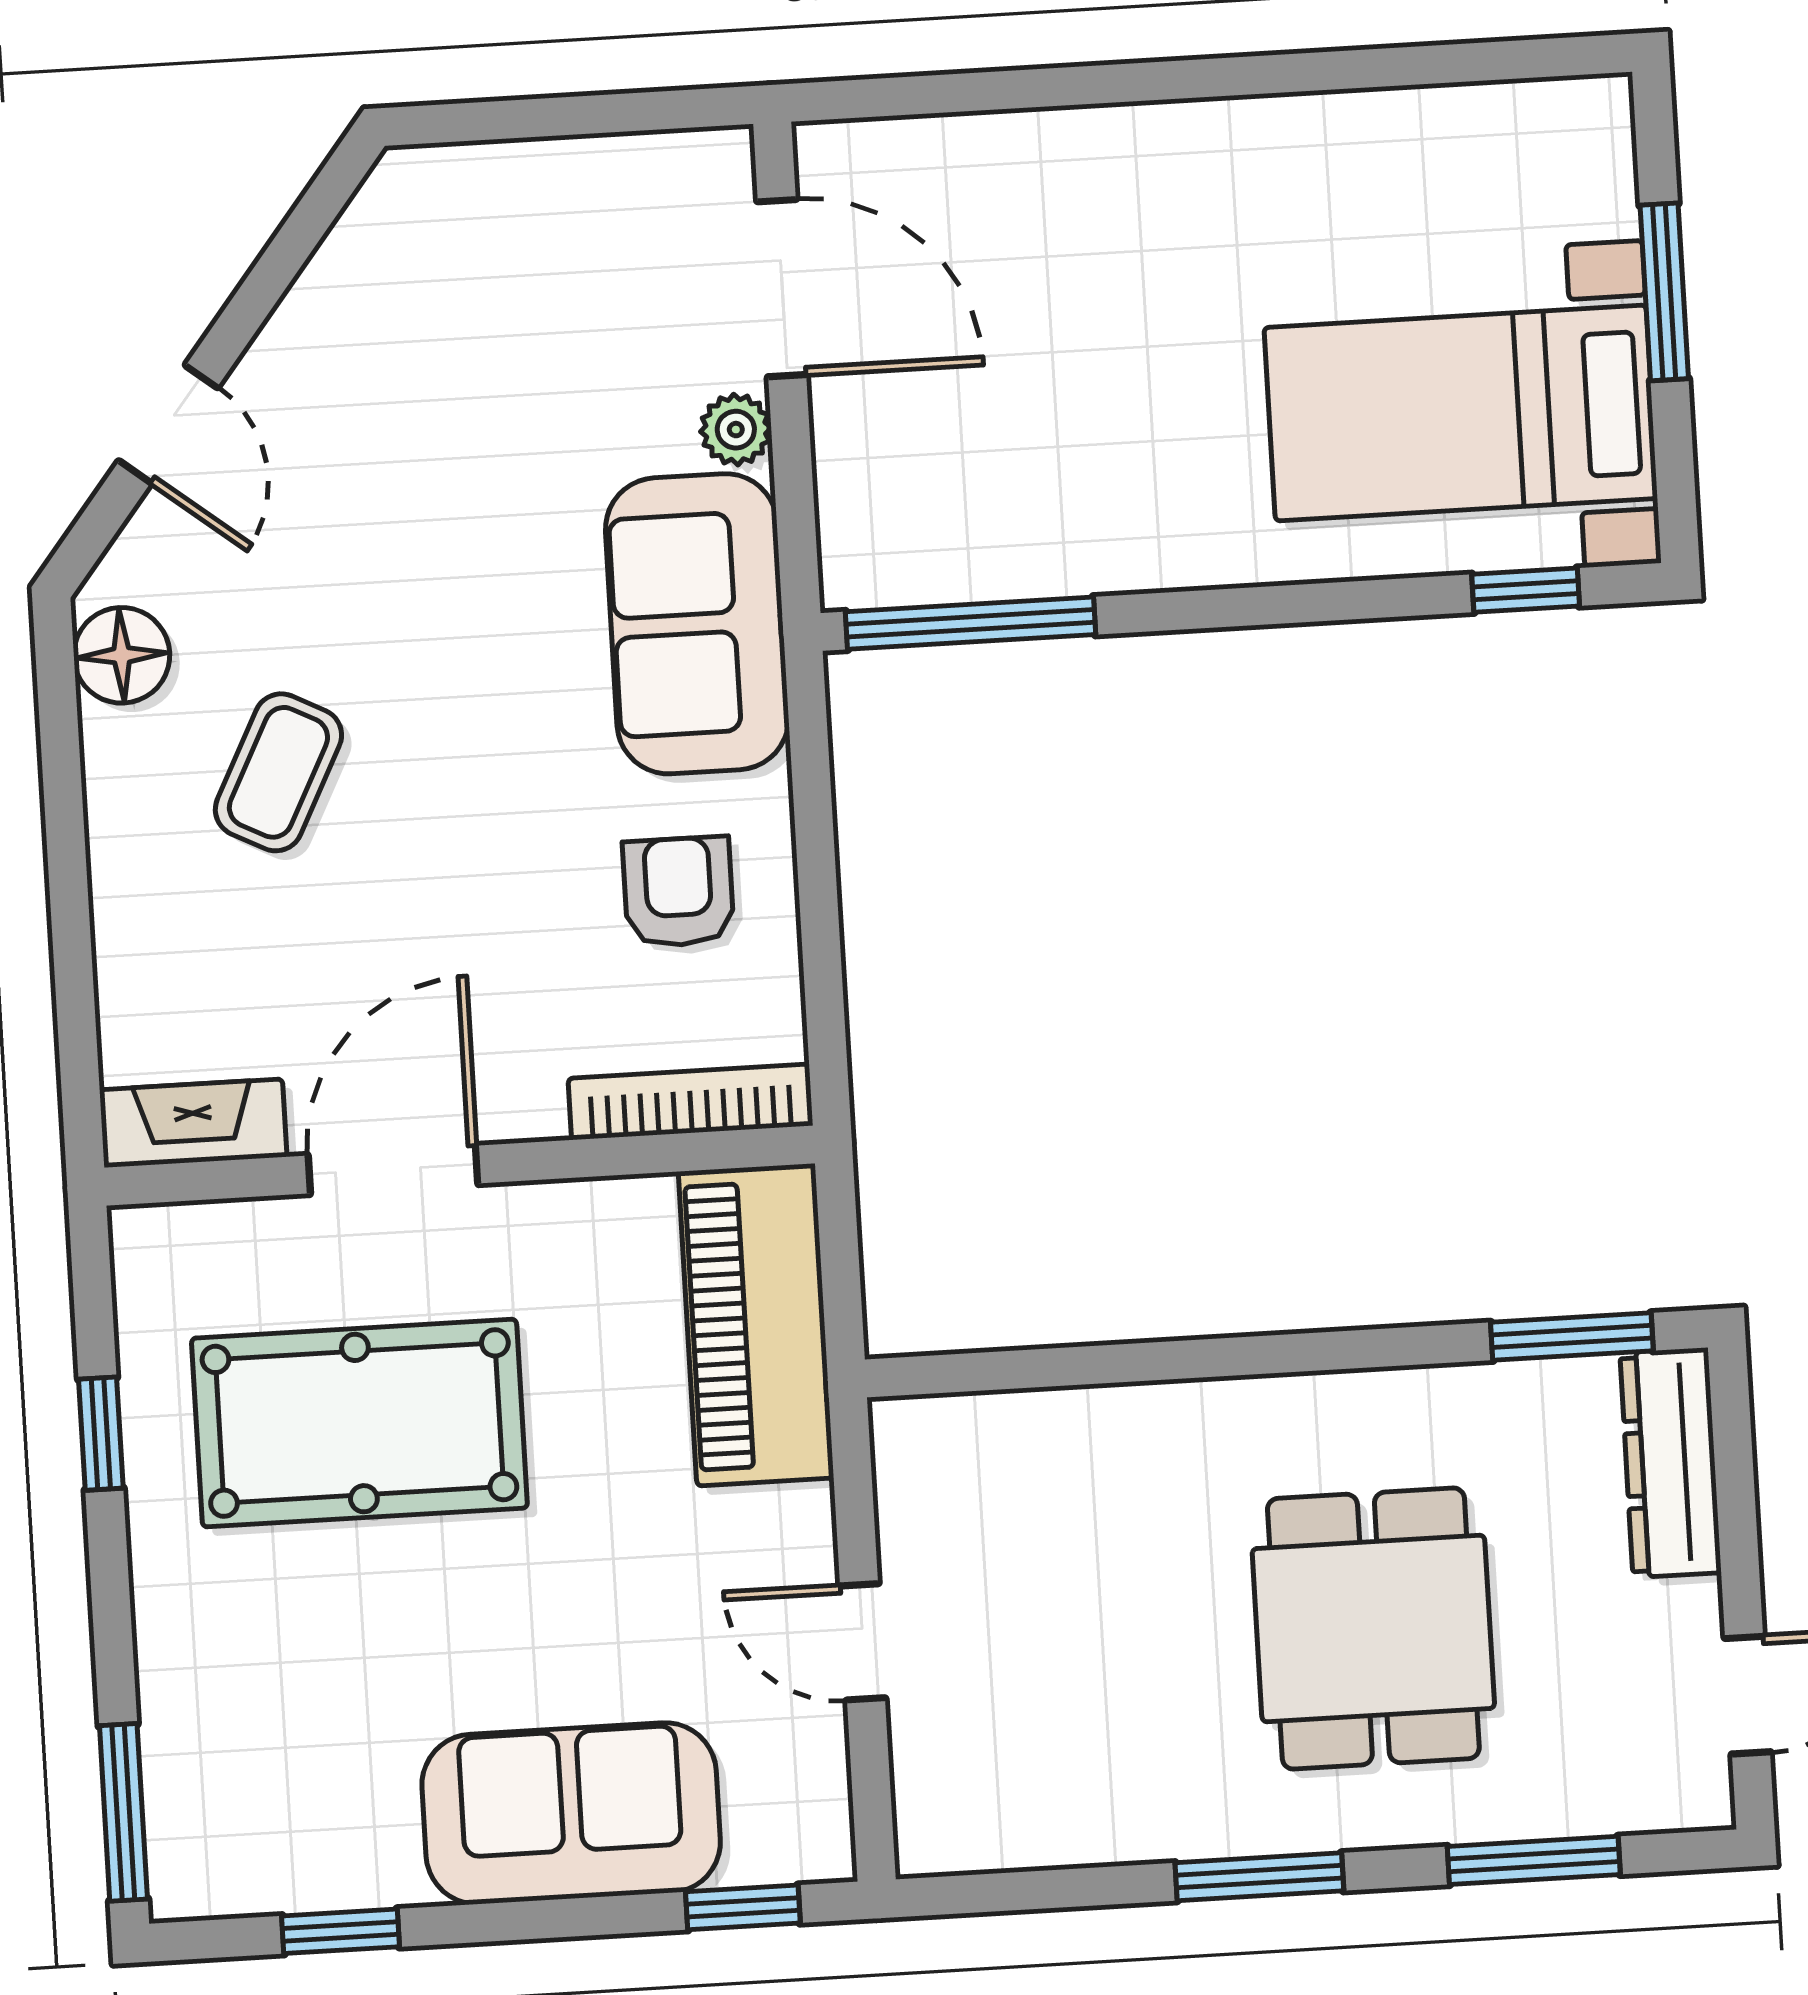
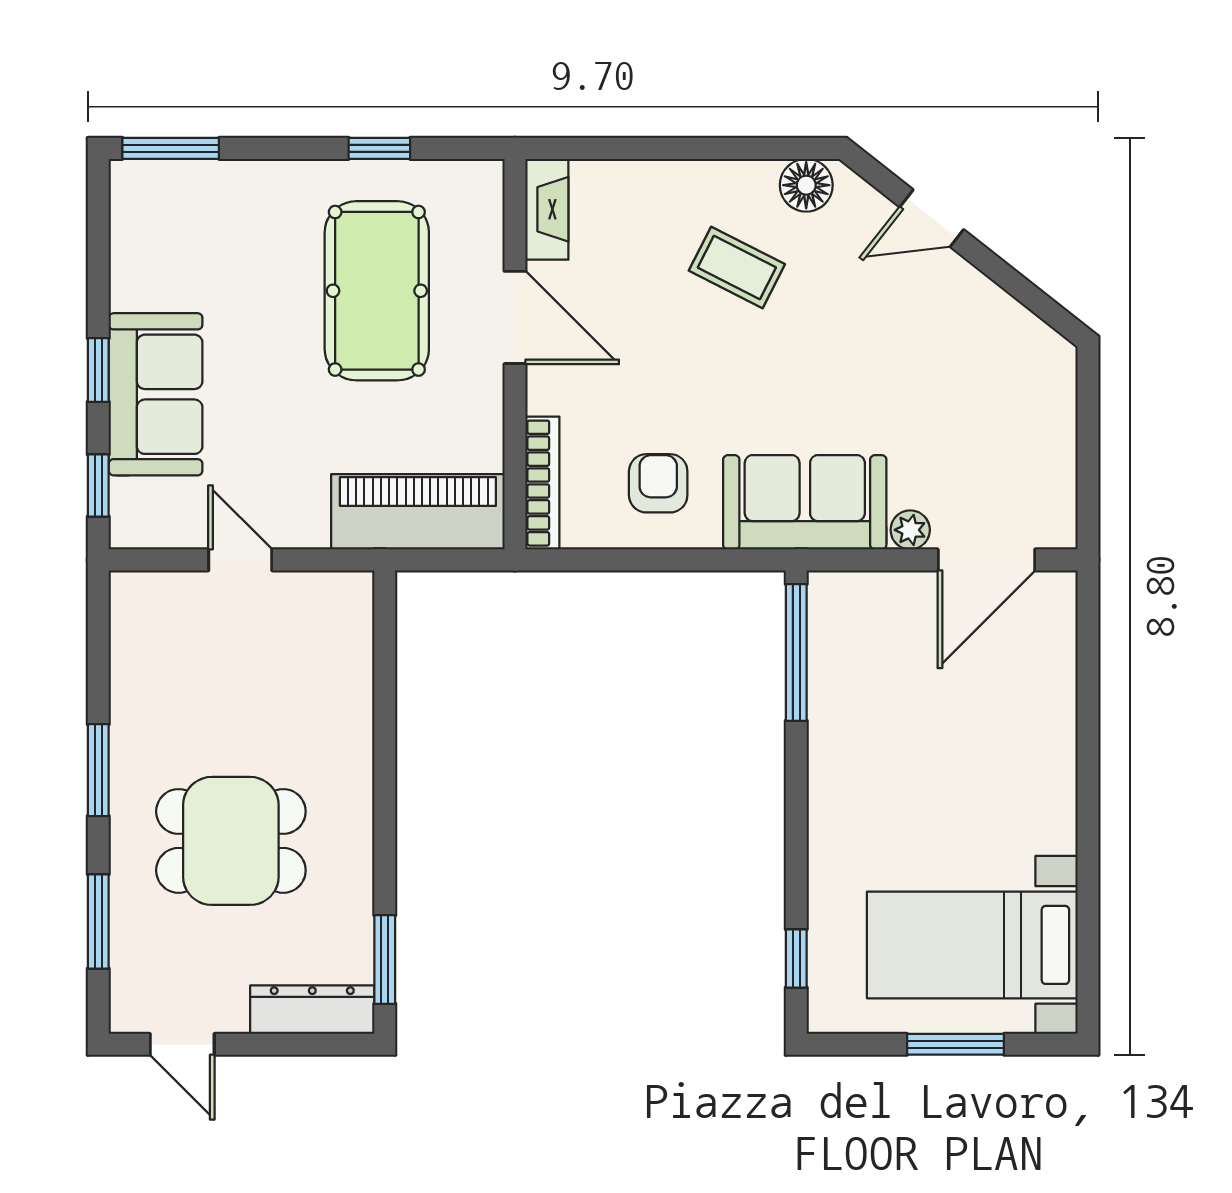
bed with nightstands: (1461, 413) -> (972, 945), moved, turned -90
armchair: (678, 892) -> (658, 483), turned -90
door: (862, 1642) -> (240, 560), hinge flipped
window: (341, 1931) -> (98, 370), moved

